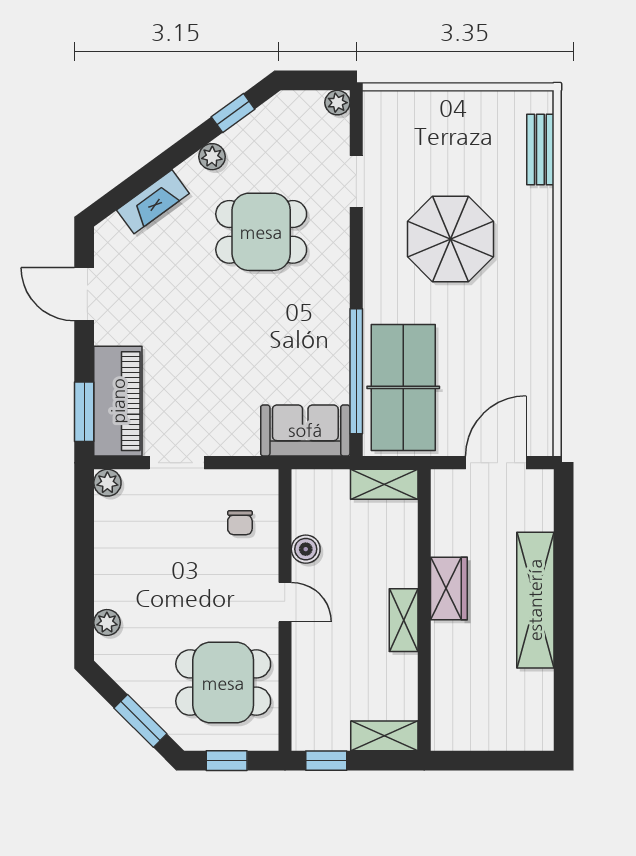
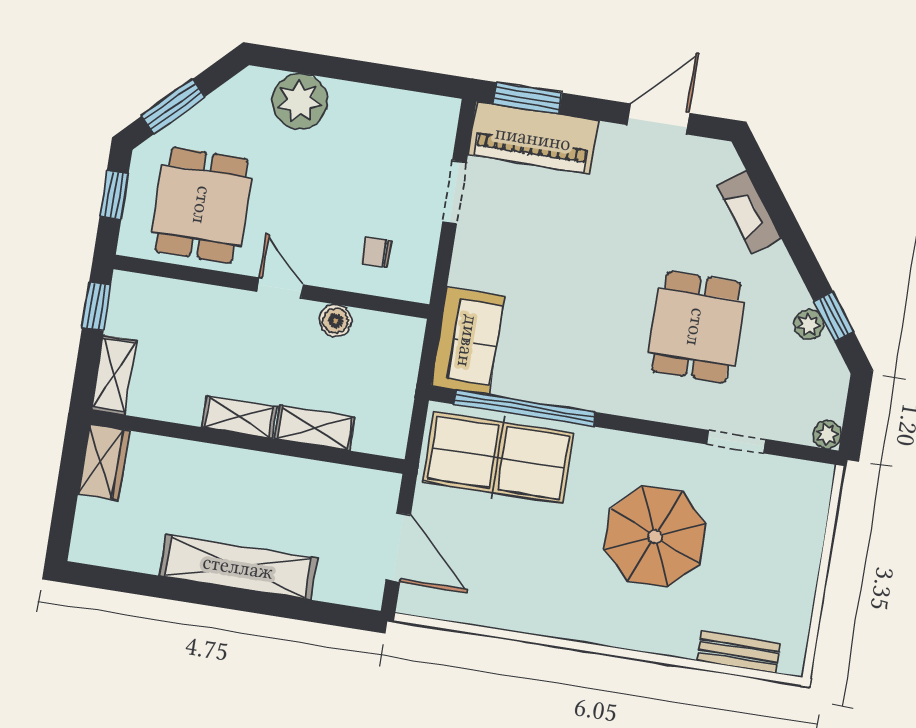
plant: (212, 157) -> (809, 324), moved
plant: (107, 483) -> (444, 112), removed
shelving: (384, 484) -> (315, 428), moved, turned 90
wardrobe: (449, 589) -> (104, 462), moved, turned -90
door: (285, 602) -> (280, 288), swing flipped
plant: (107, 623) -> (300, 101), width x1.87, depth x1.87

